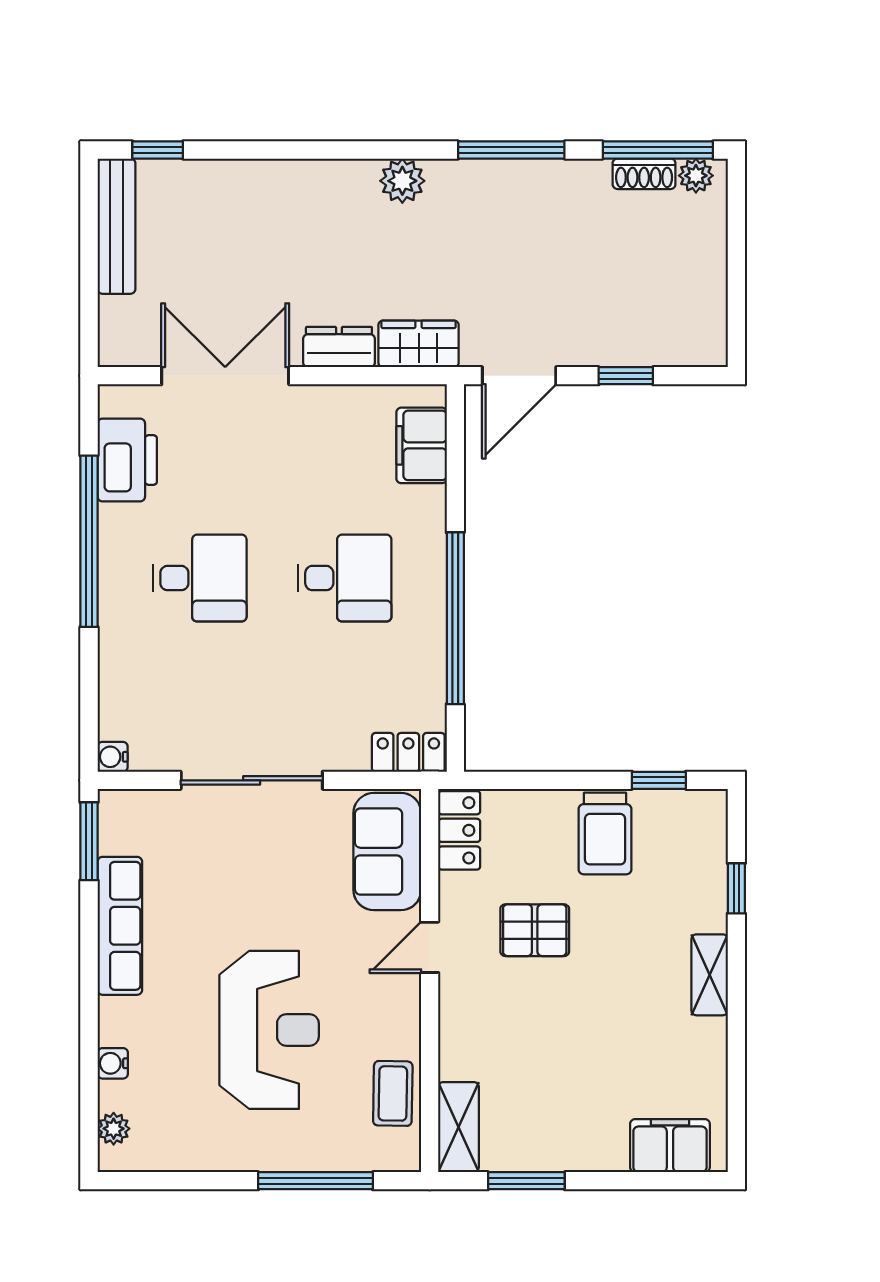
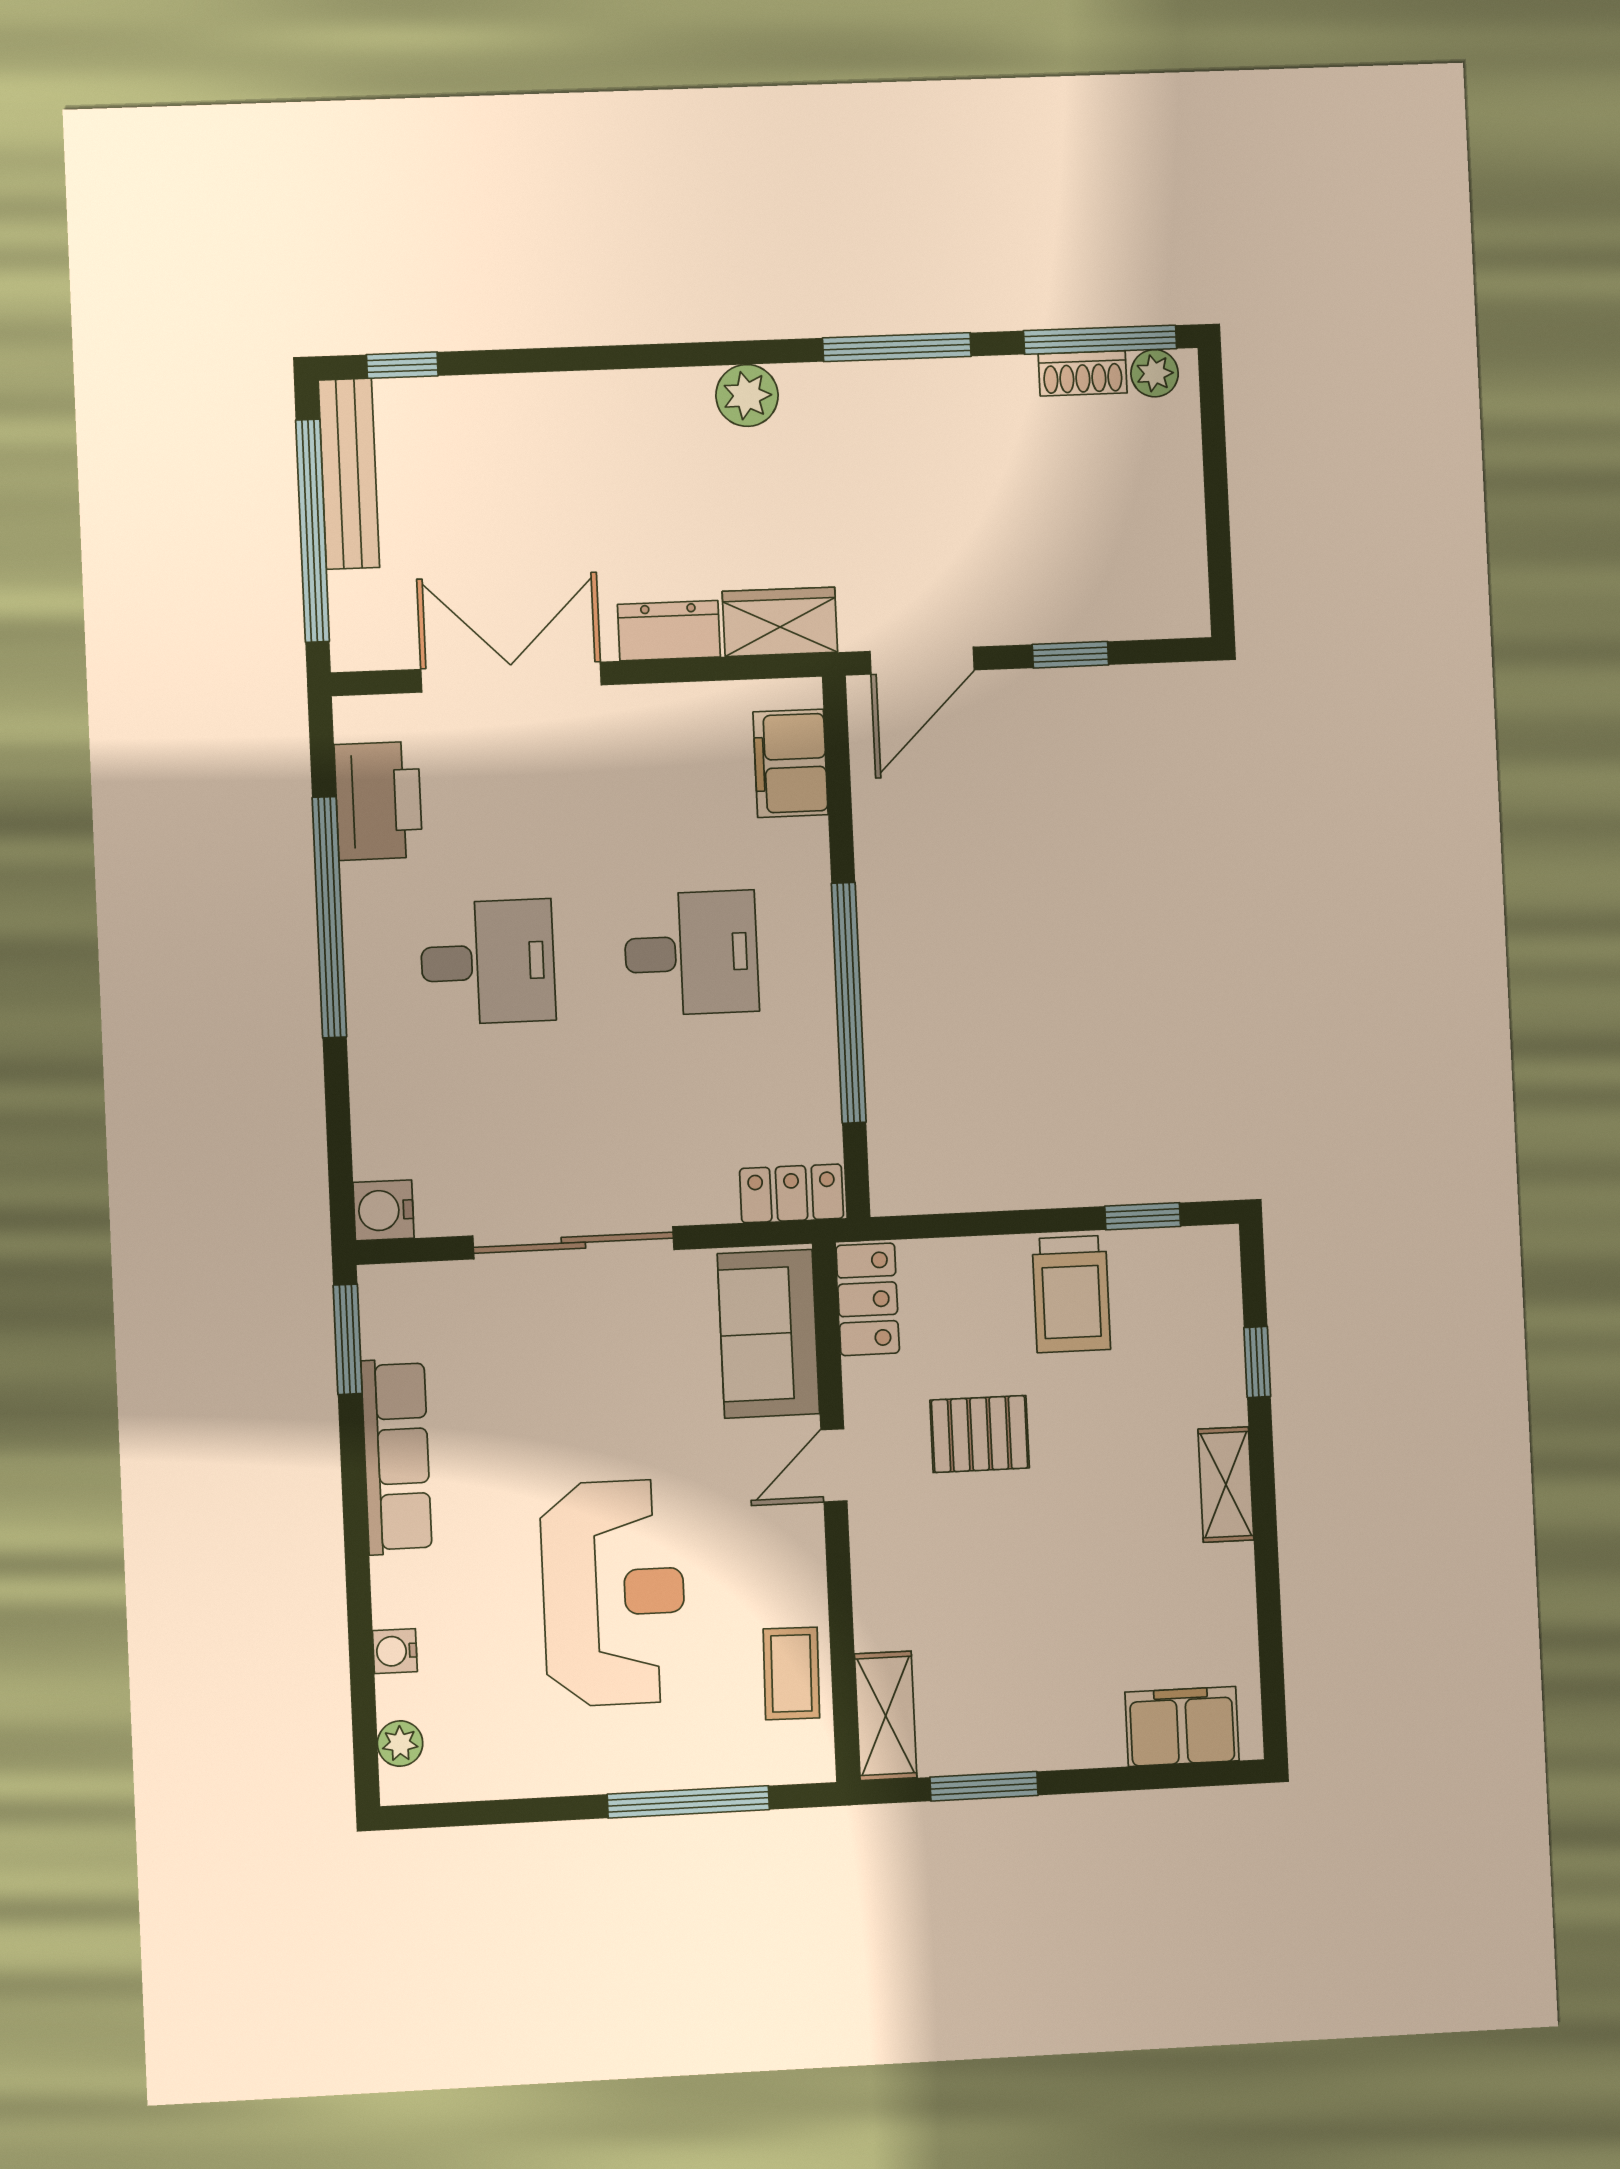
window: (89, 266) -> (313, 531), added
water cooler: (113, 757) -> (384, 1210), width x1.38, depth x1.38

